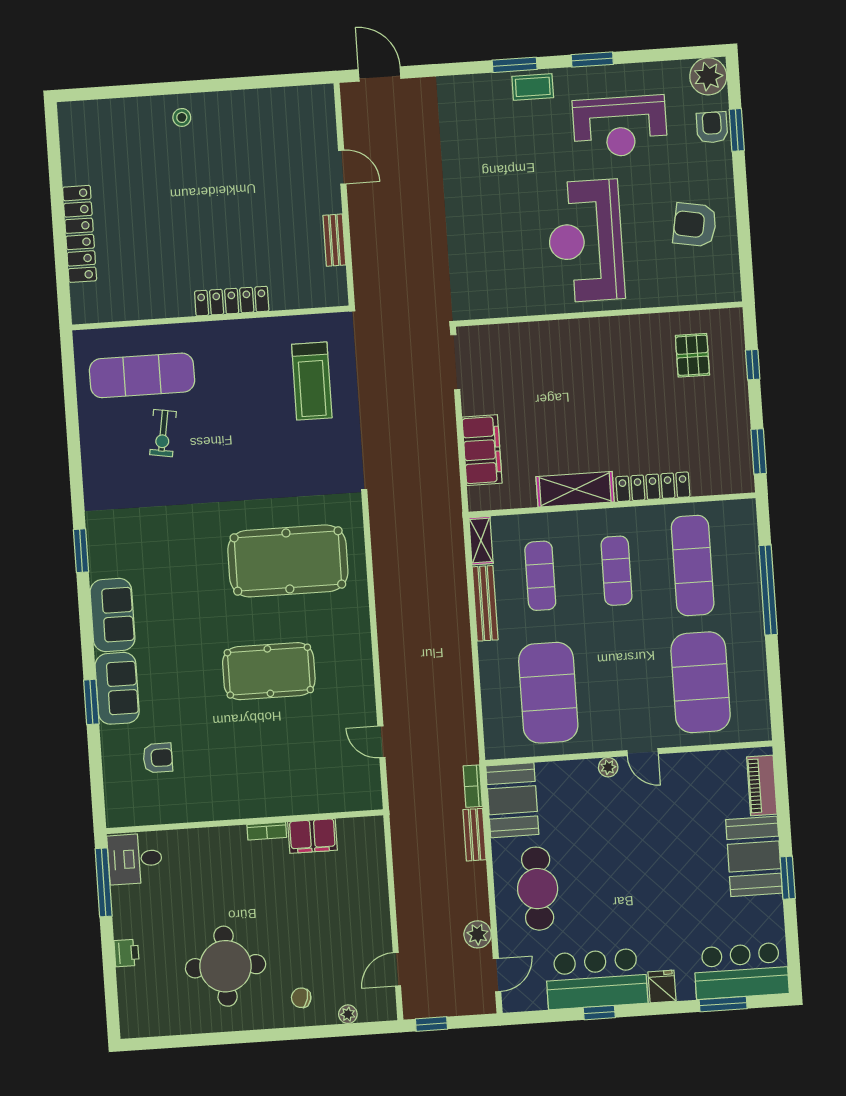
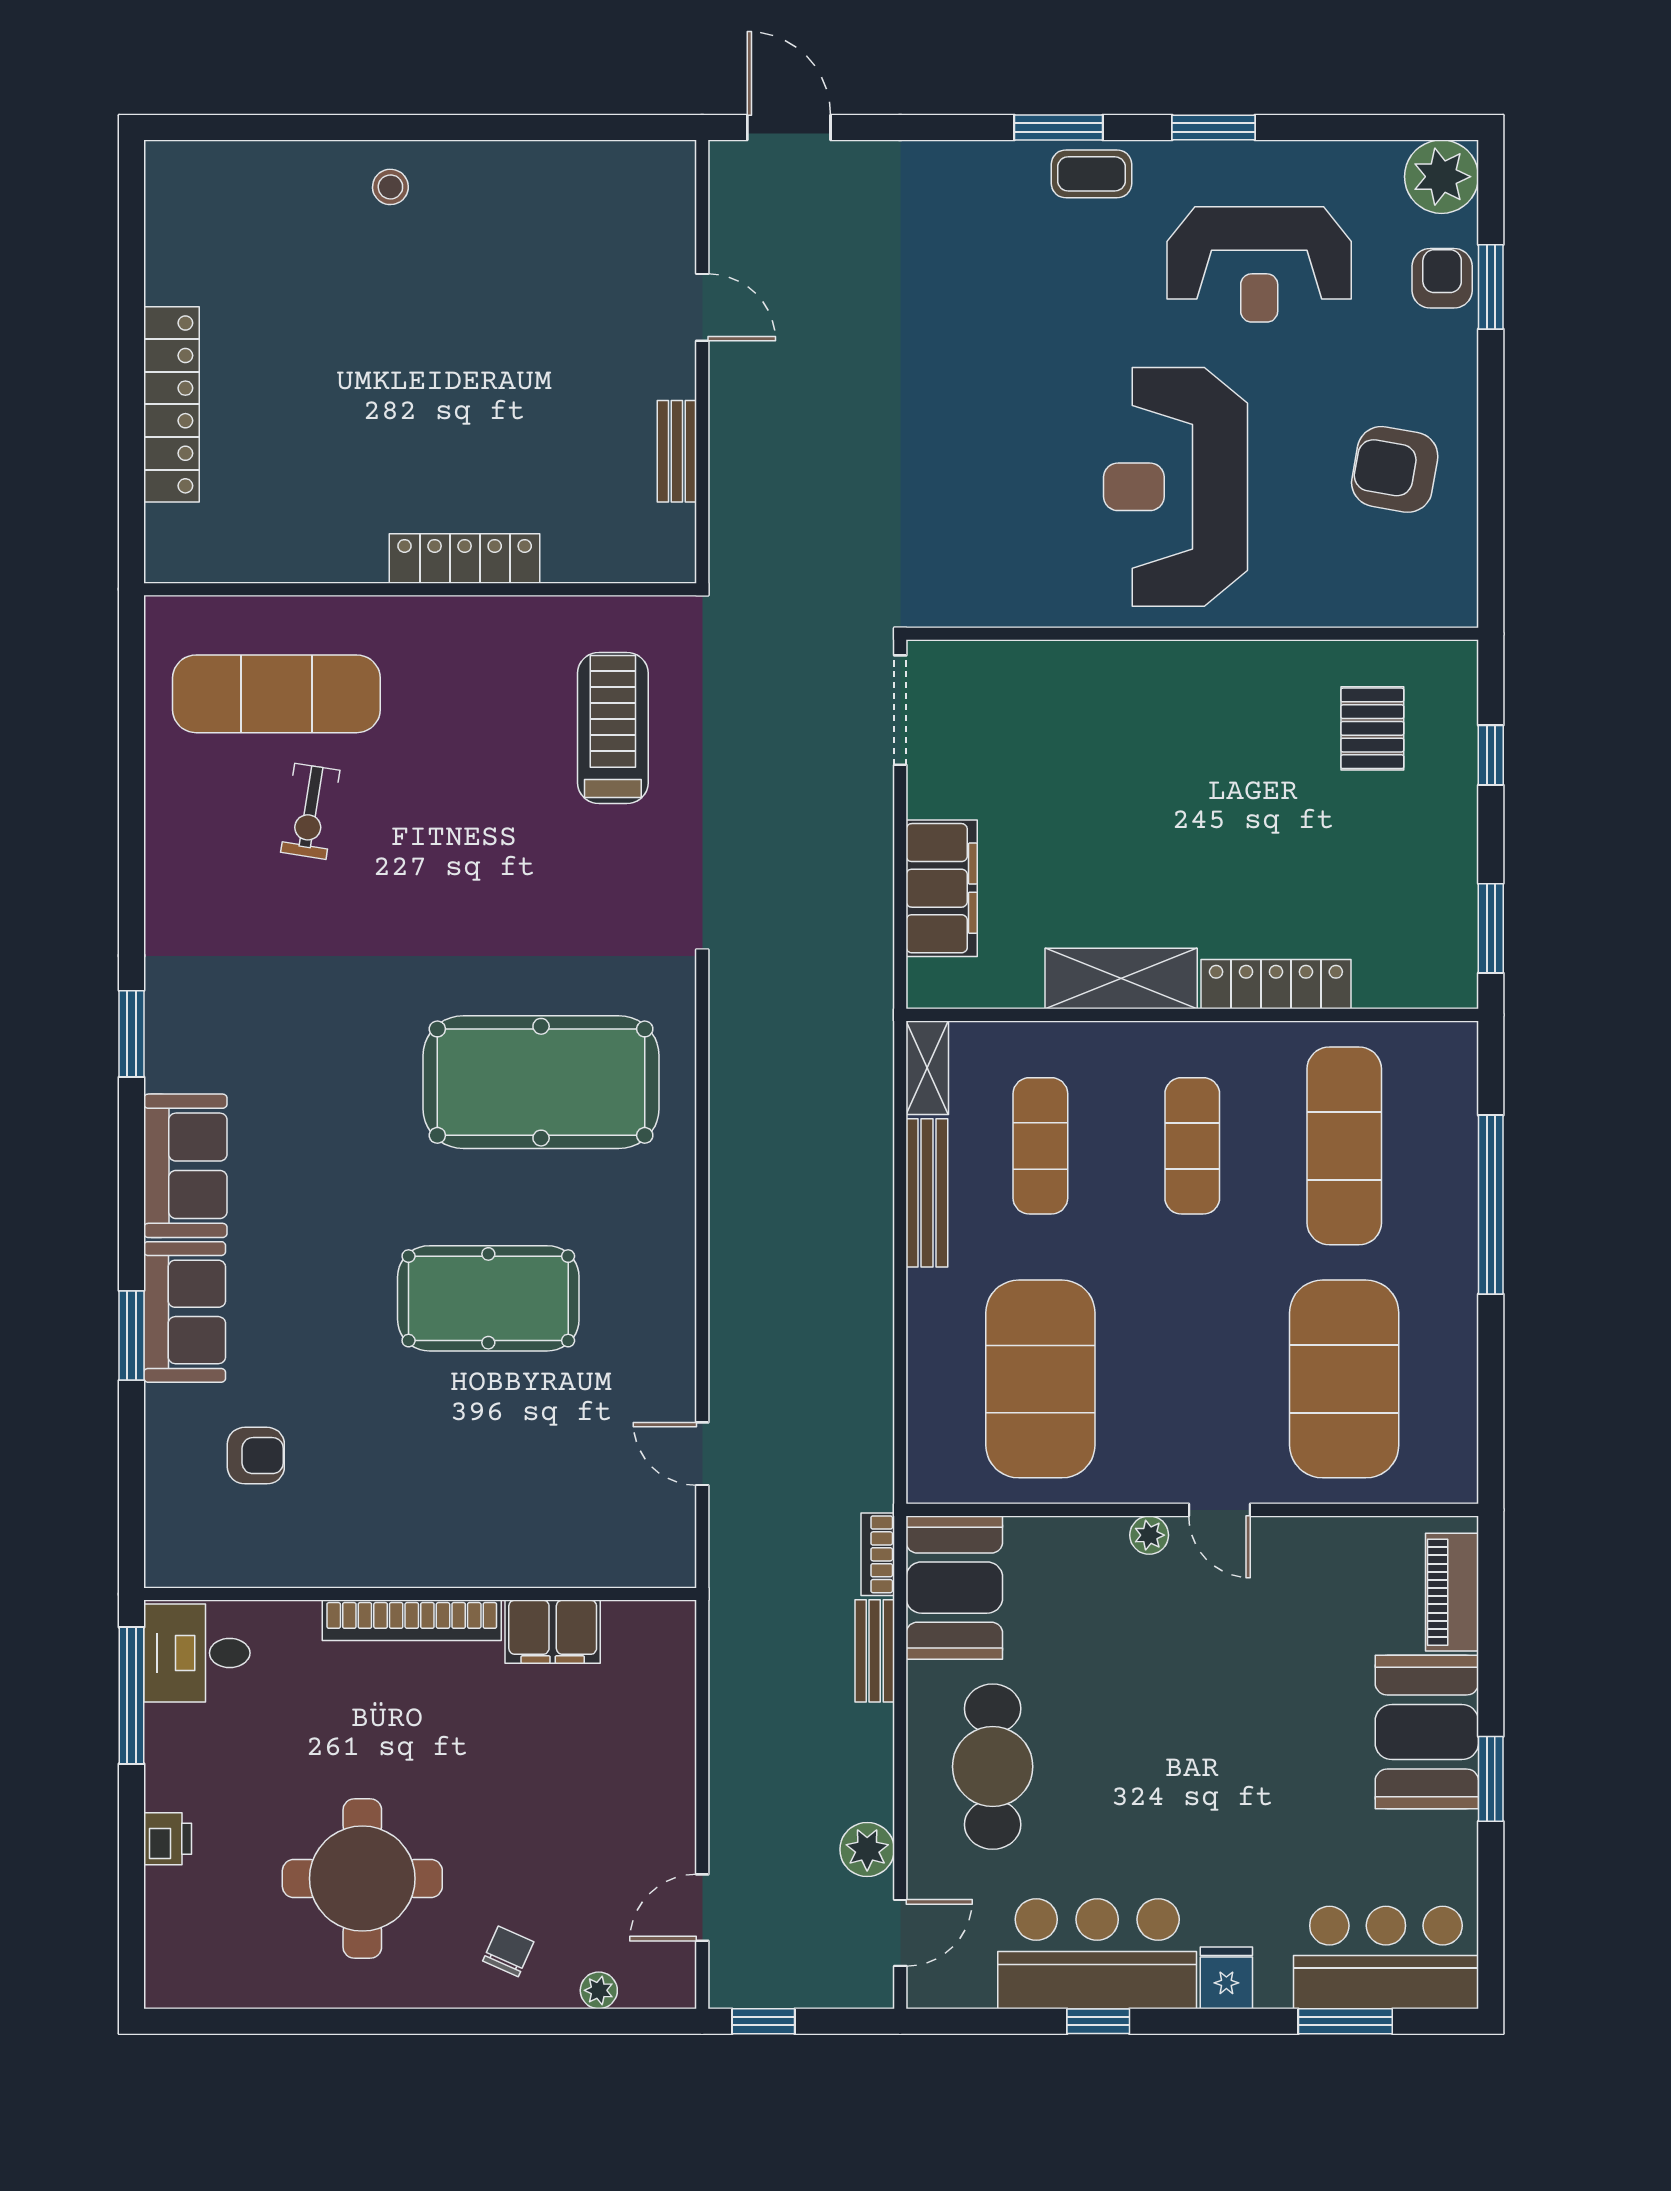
treadmill: (312, 381) -> (613, 728), turned 180
bookcase: (267, 831) -> (412, 1620), width x2.31, depth x1.31
chair: (301, 998) -> (508, 1951), turned 99

